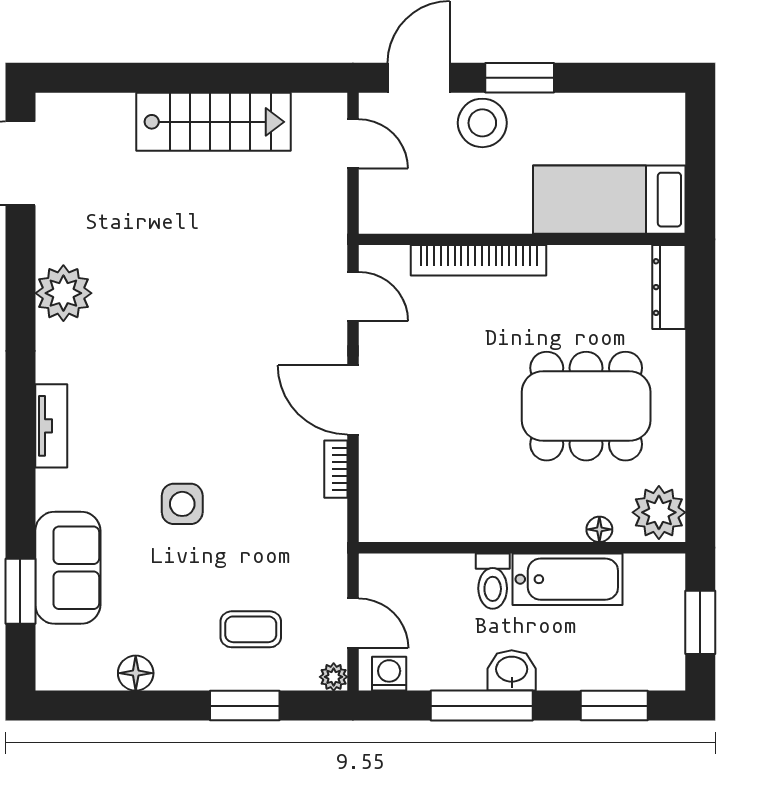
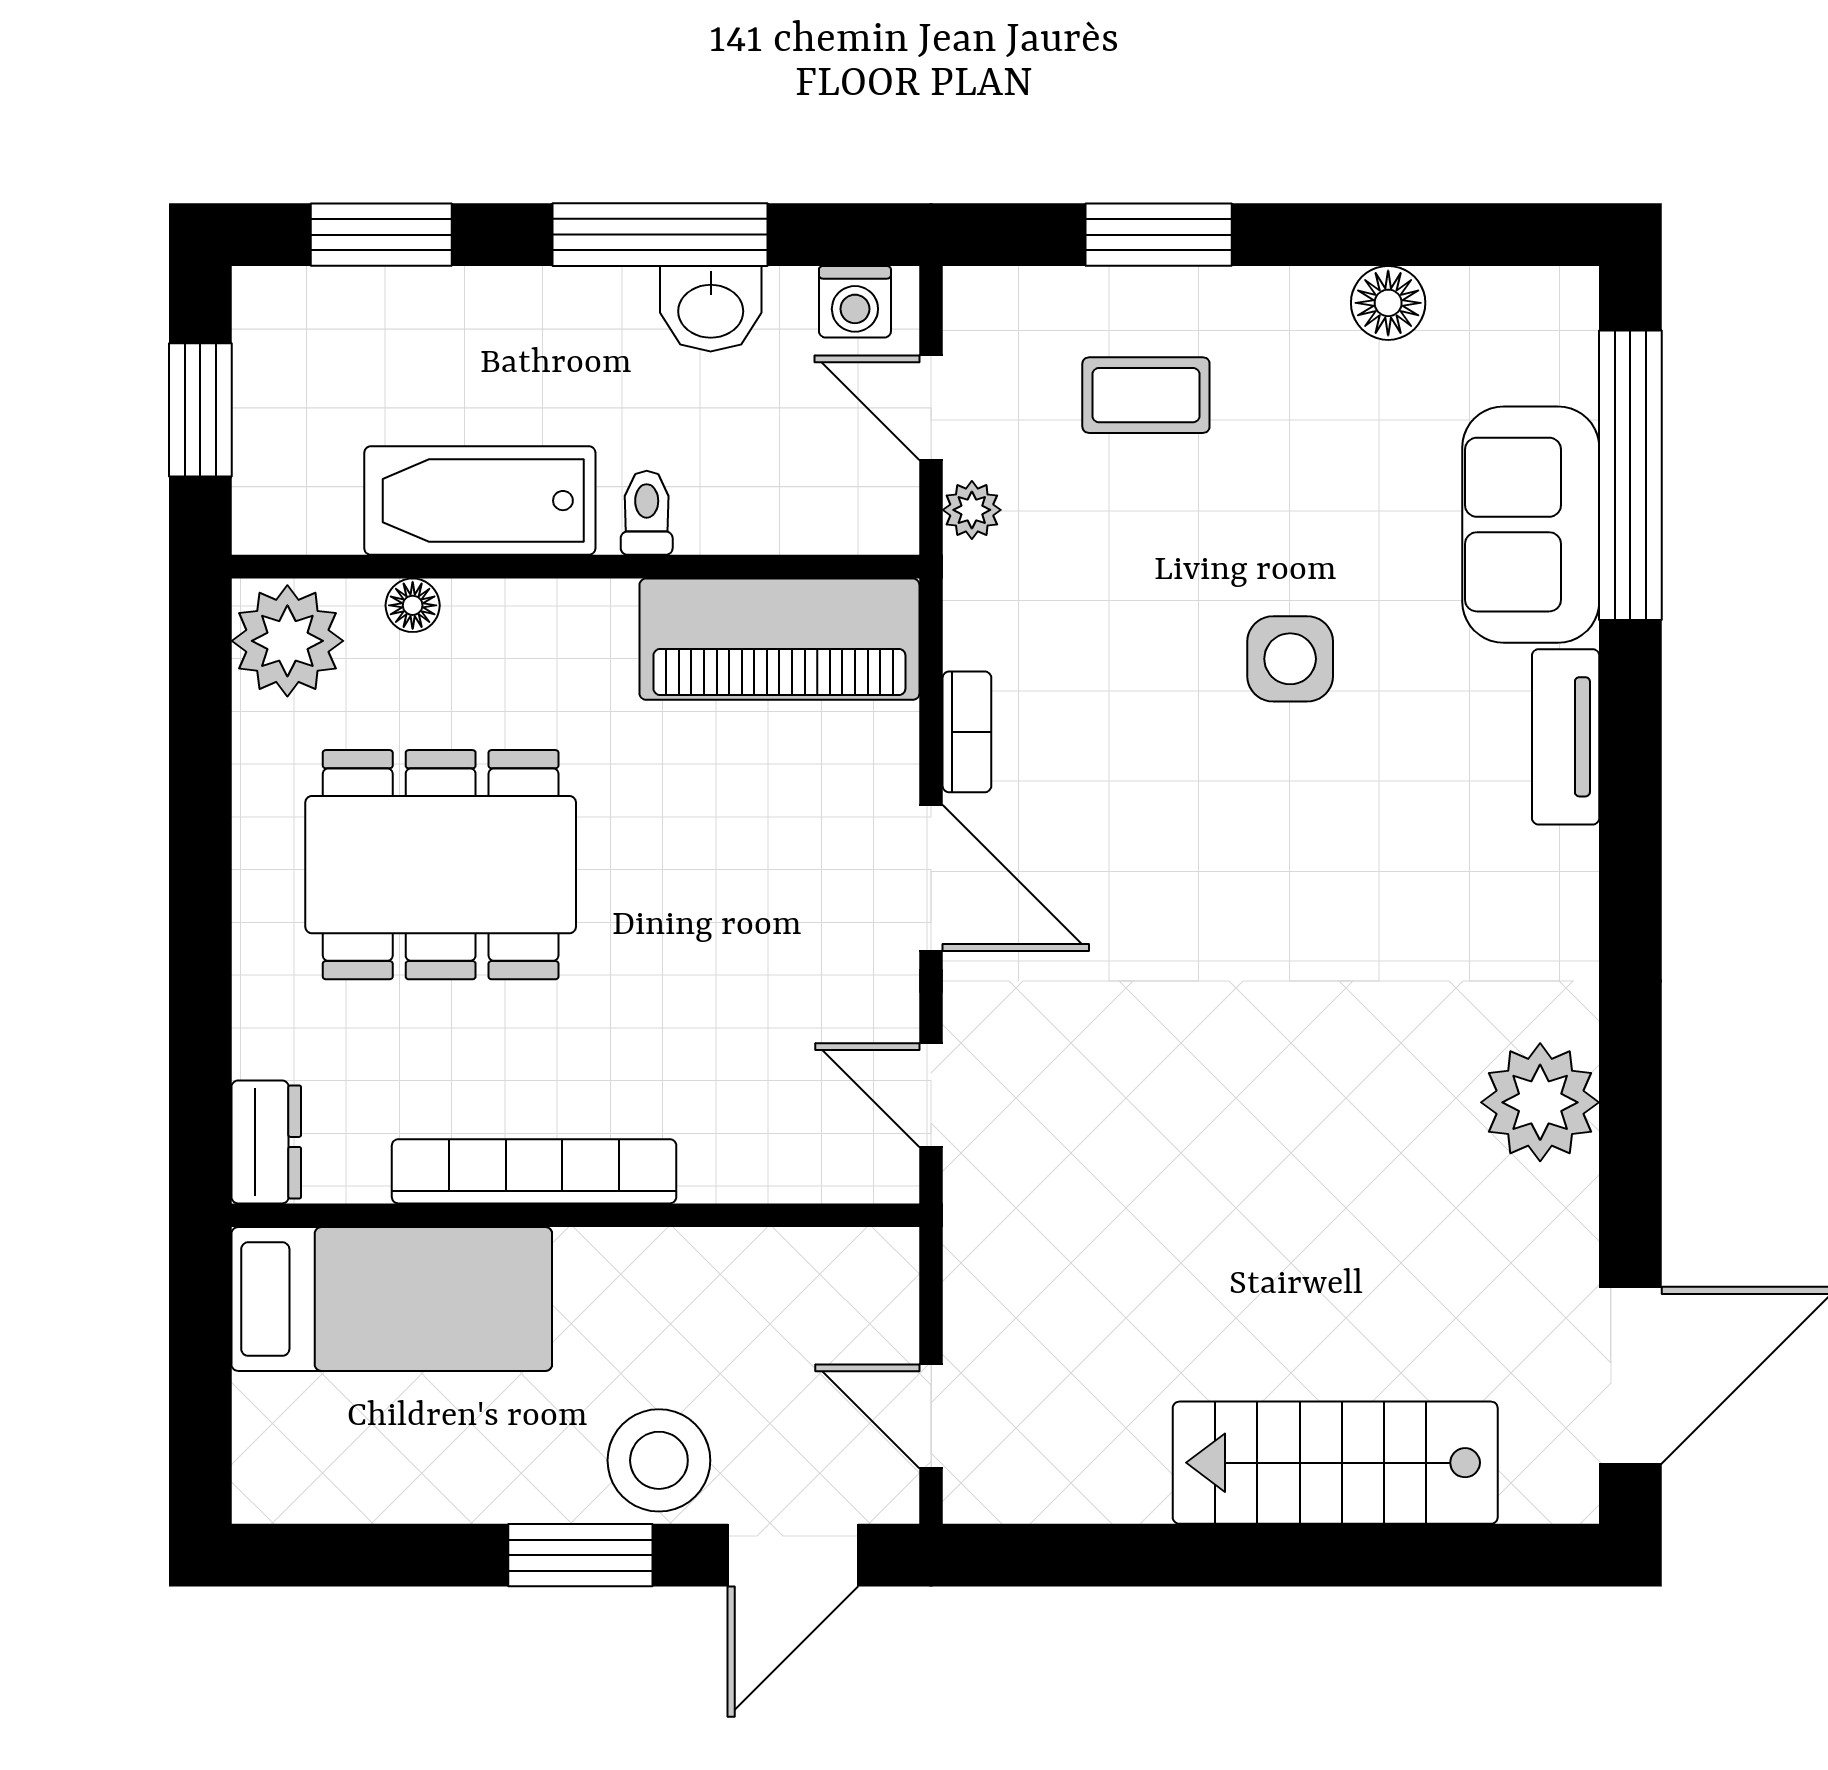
stairs: (213, 122) -> (1335, 1463), moved
bookcase: (479, 260) -> (534, 1171), moved
dresser: (669, 287) -> (266, 1142), width x0.70
tv unit: (51, 426) -> (1566, 737), moved
piano: (425, 513) -> (779, 639), added
toilet: (493, 581) -> (647, 513), width x0.73, depth x0.72
window: (20, 591) -> (1630, 475), width x2.11
washbasin: (512, 670) -> (711, 309), moved
plant: (334, 677) -> (972, 510), moved

